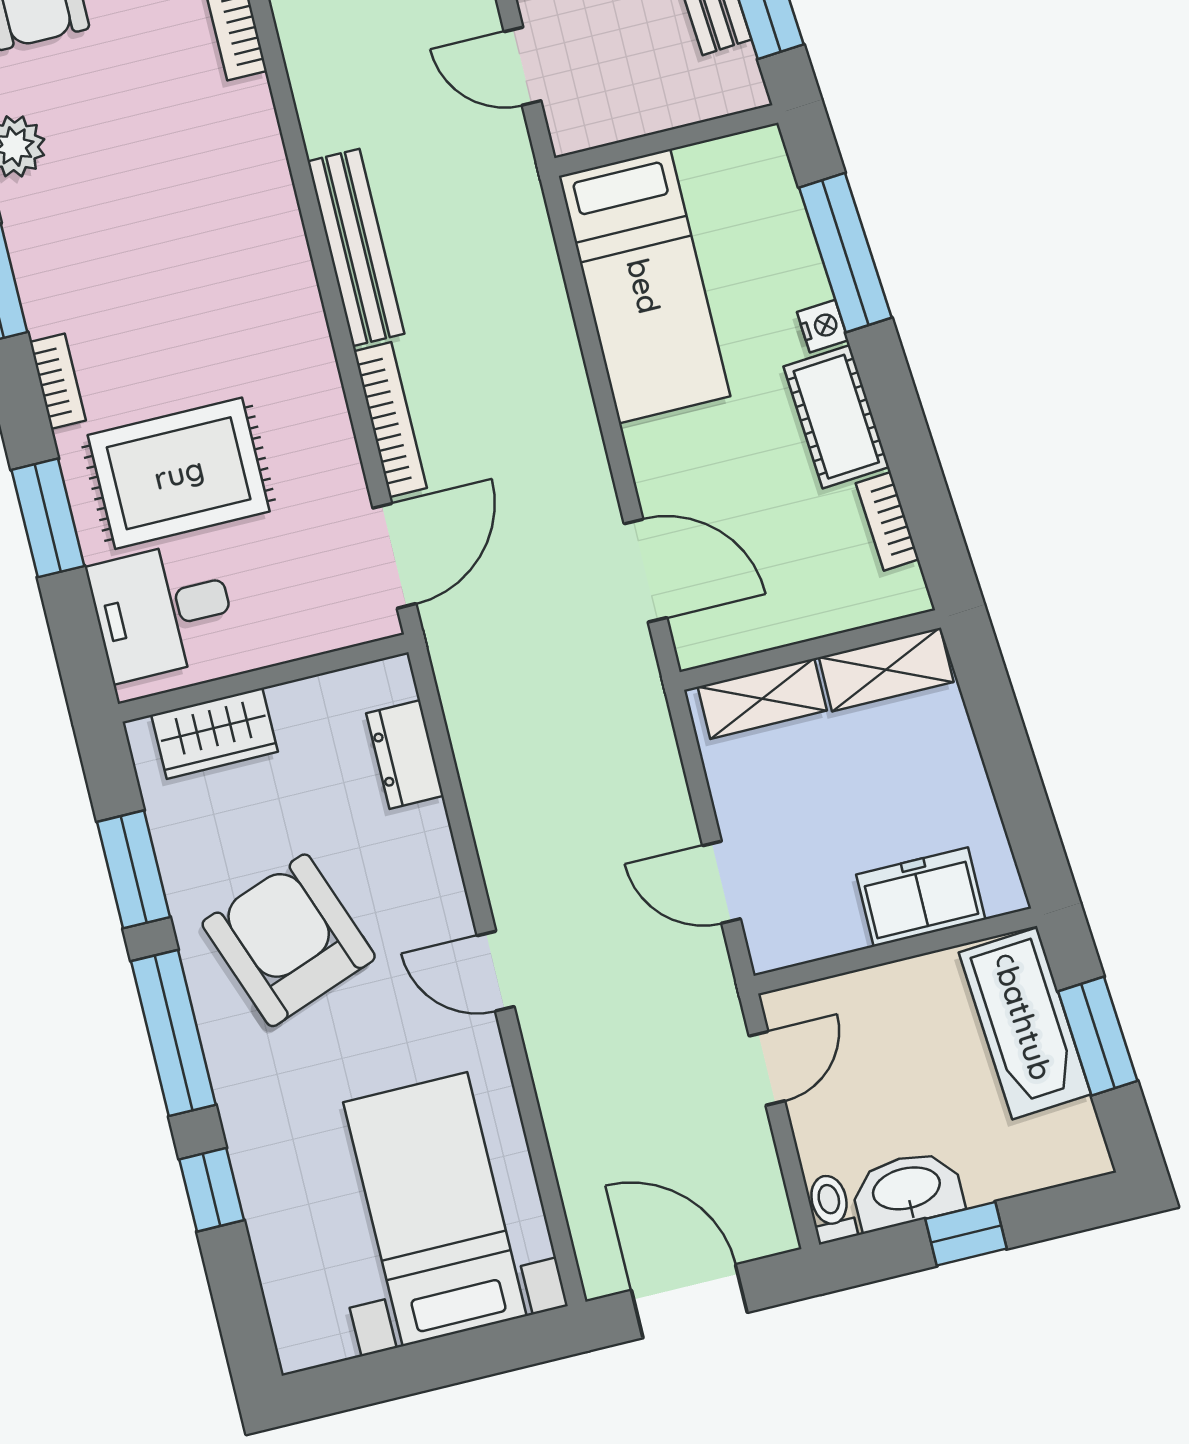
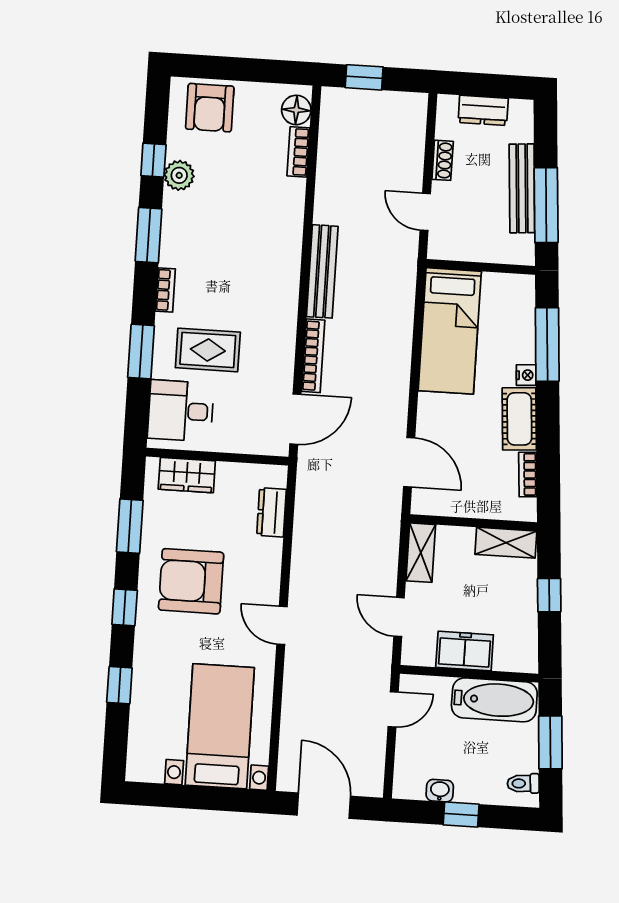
rug: (179, 473) -> (208, 350), width x0.73, depth x0.70
shelving: (762, 699) -> (421, 553), moved, turned 90
window: (1004, 746) -> (549, 595), added
freezer: (921, 897) -> (465, 651), moved
armchair: (289, 940) -> (191, 581), turned -70
bathtub: (1025, 1023) -> (494, 700), moved, turned -86
window: (173, 1033) -> (125, 607), width x0.46
washbasin: (907, 1190) -> (440, 791), width x0.52, depth x0.69
toilet: (831, 1208) -> (523, 783), moved, turned -94

